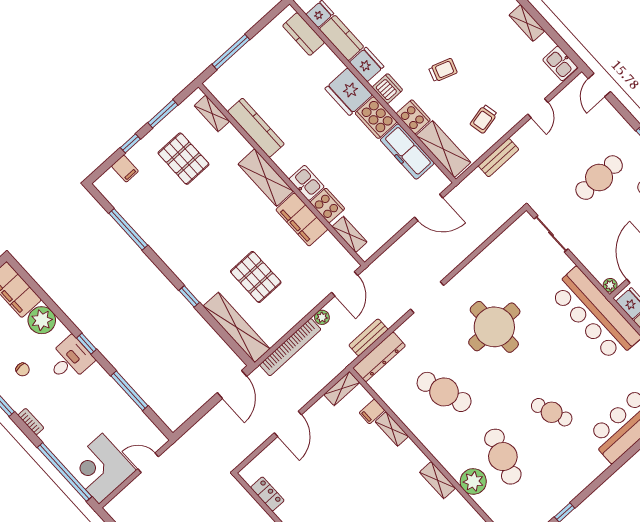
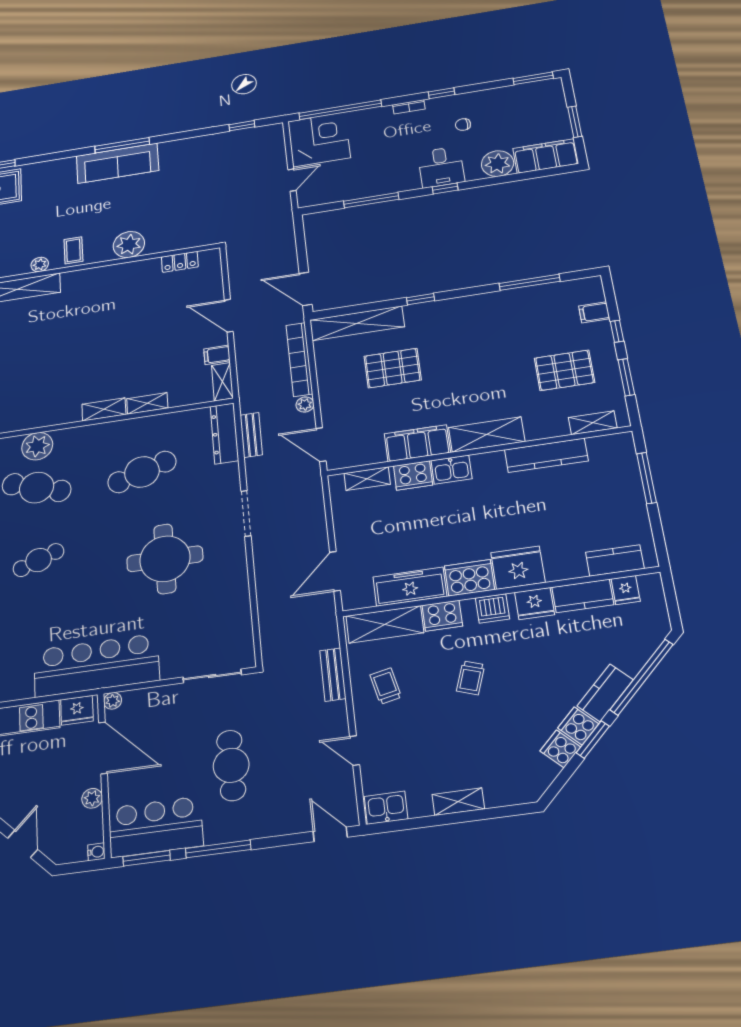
filing cabinet: (372, 412) -> (217, 355), moved, turned -90
shelving: (438, 480) -> (104, 409), moved

